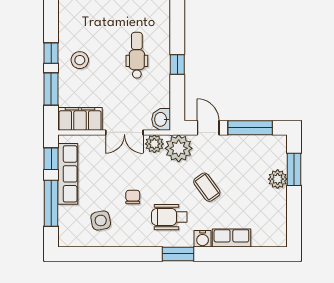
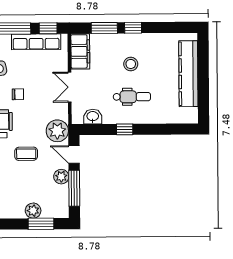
stool: (80, 60) -> (131, 64), moved
washbasin: (161, 119) -> (93, 117), moved
door: (208, 128) -> (74, 154), swing flipped
plant: (154, 144) -> (61, 177), moved
coffee table: (207, 187) -> (26, 154), turned 36

